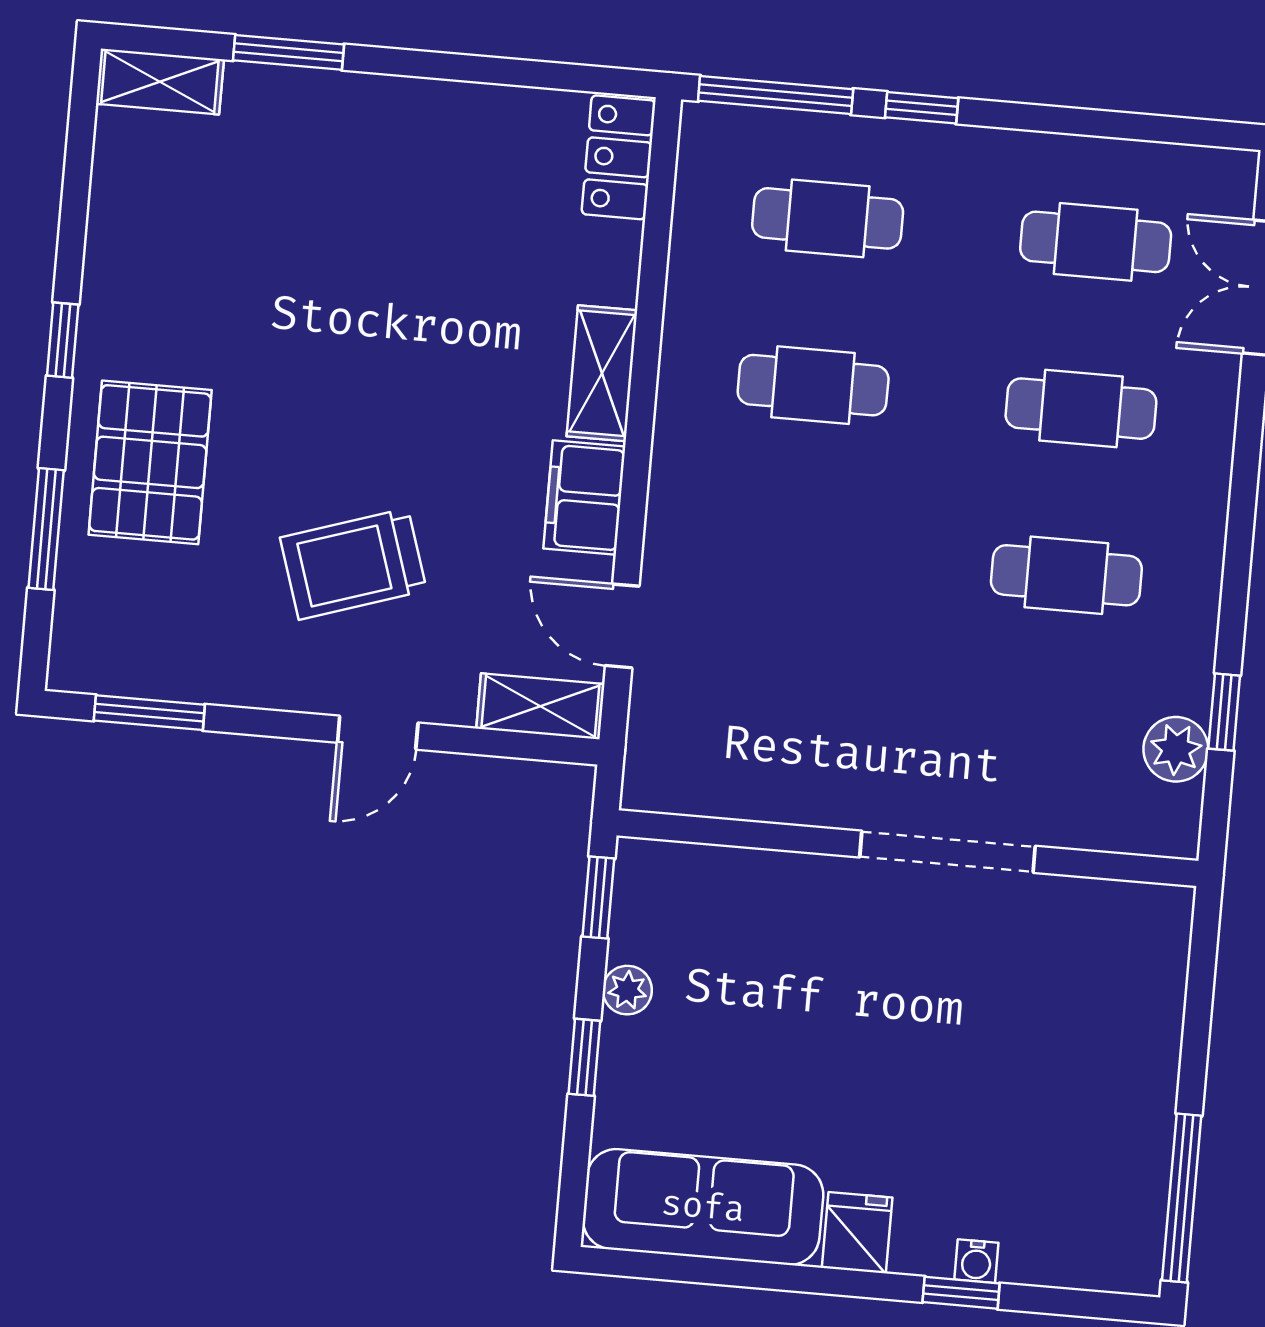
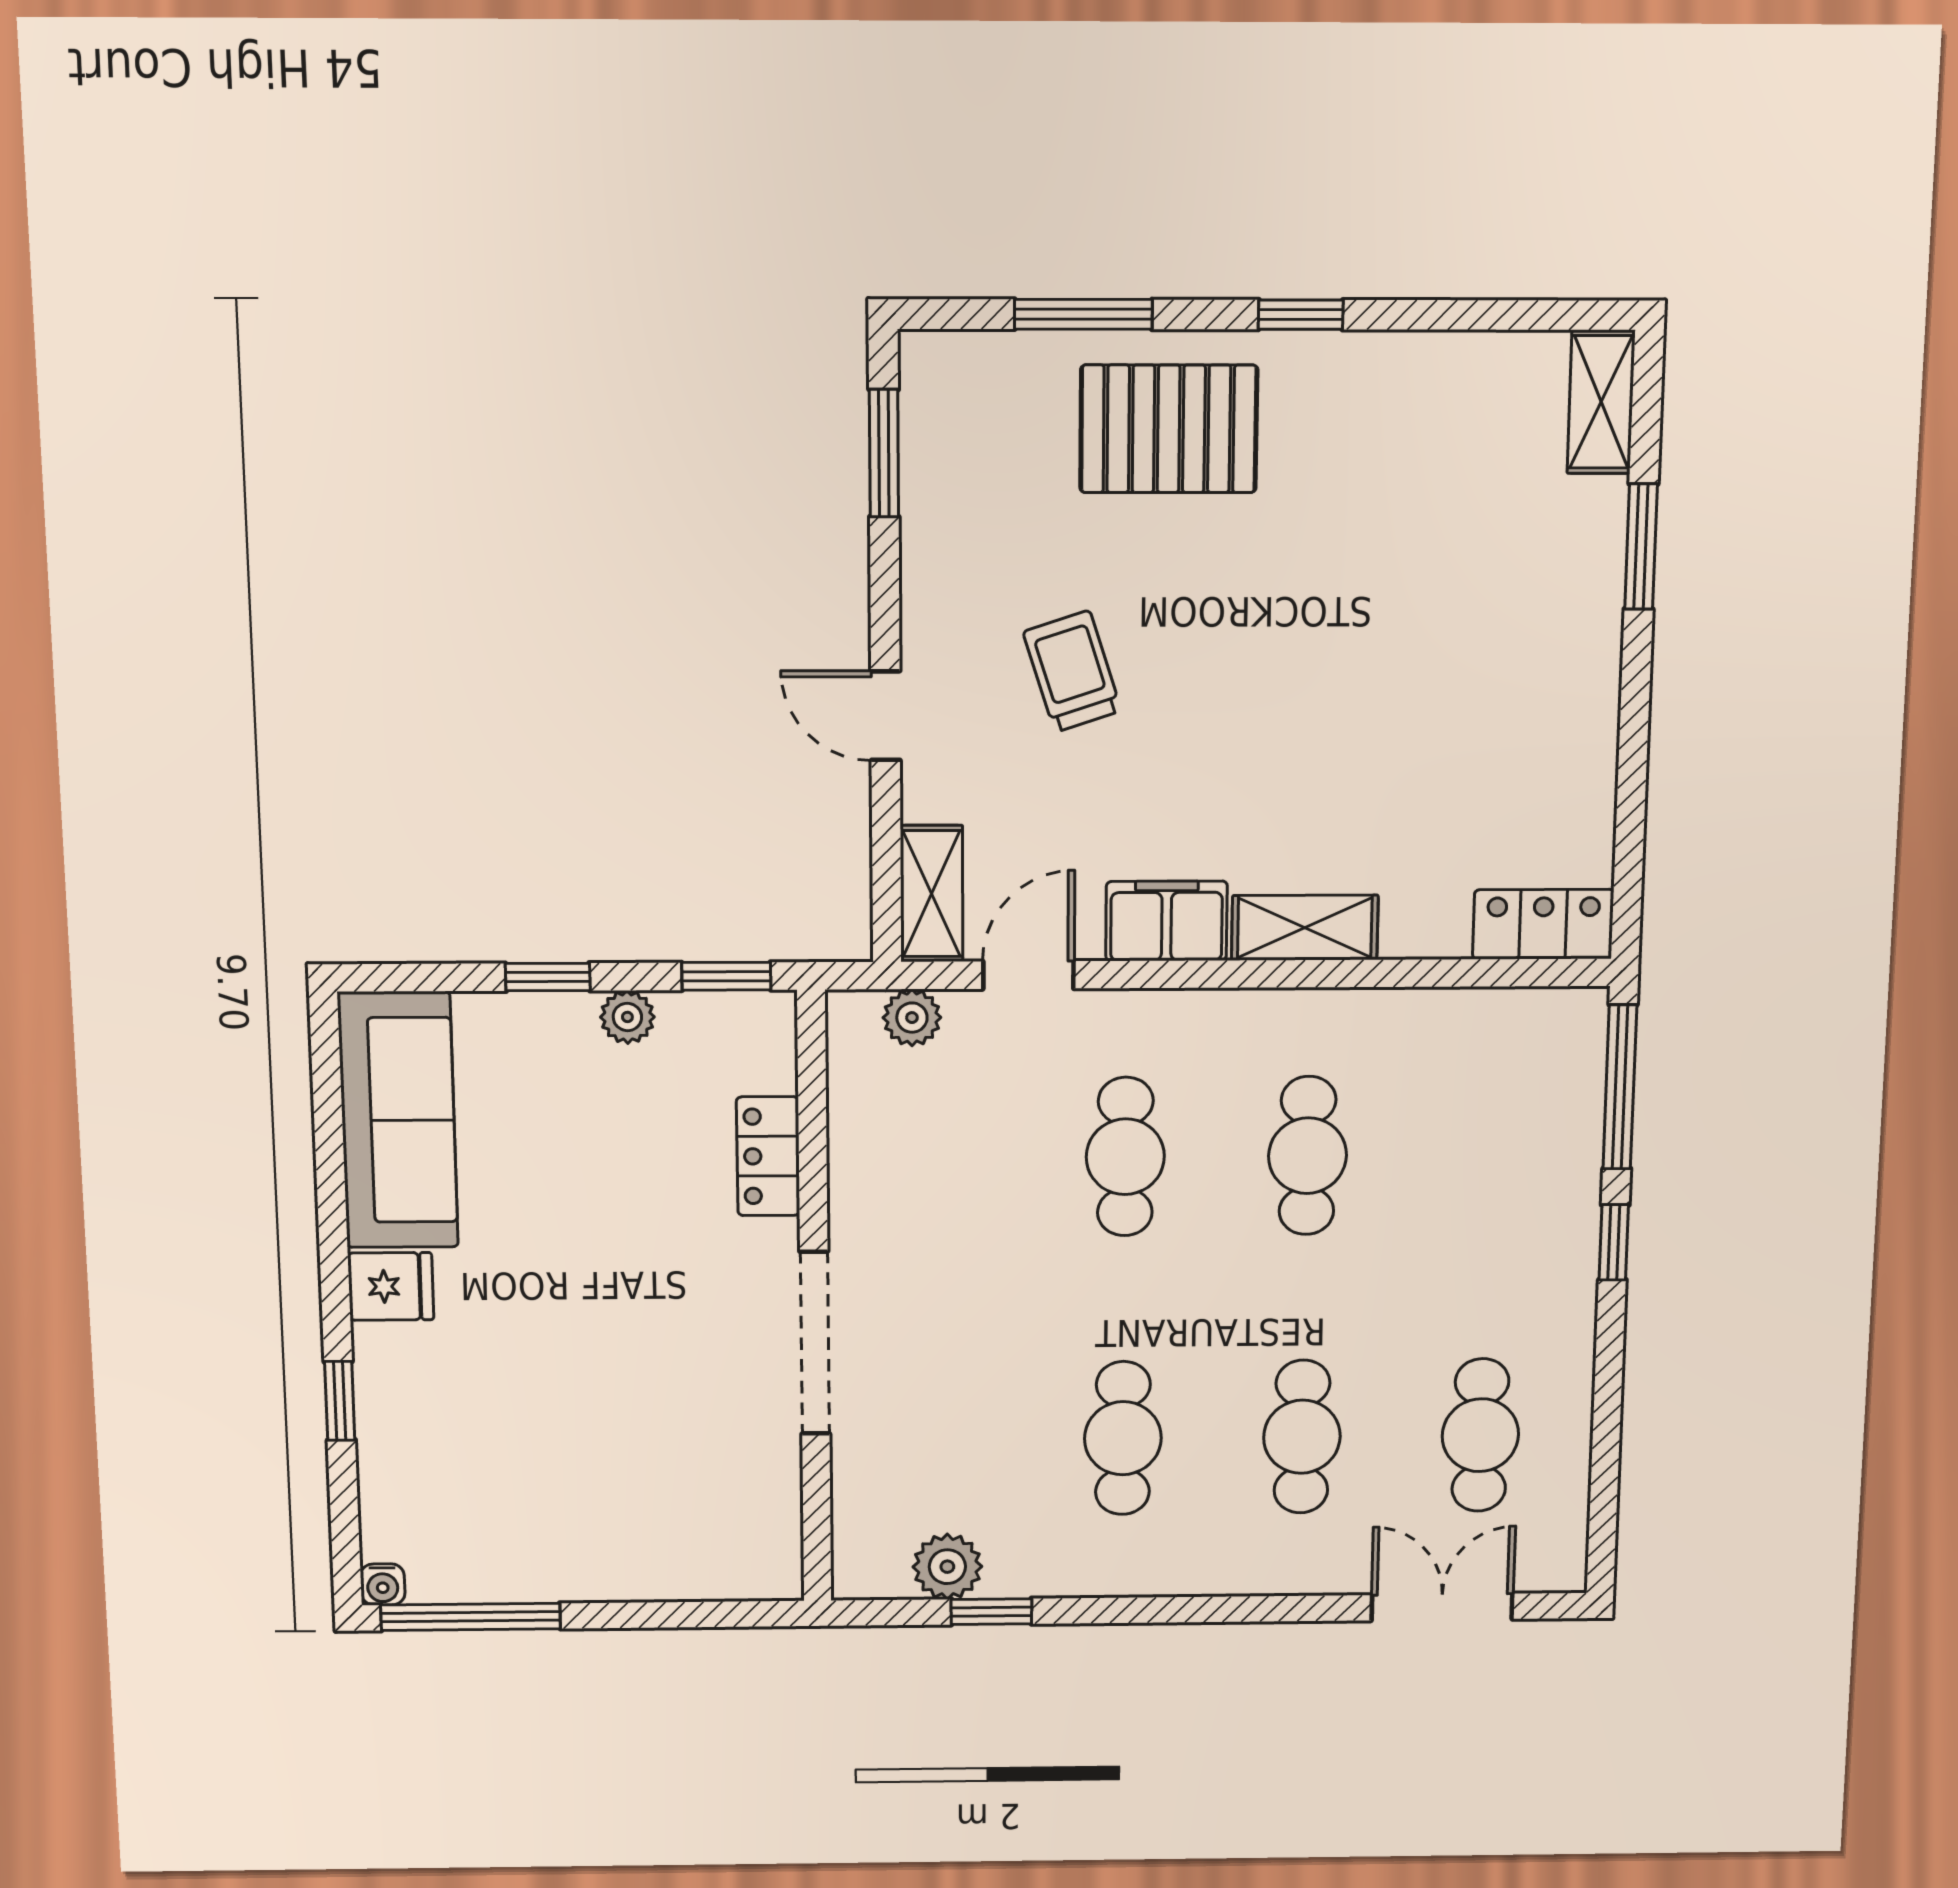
cafe table: (828, 218) -> (1125, 1157), moved
trolley: (353, 564) -> (1072, 671), width x0.73, depth x0.72
plant: (652, 734) -> (912, 1018), added
locker: (768, 877) -> (768, 1156), added
water cooler: (976, 1261) -> (383, 1584), moved, turned -90

